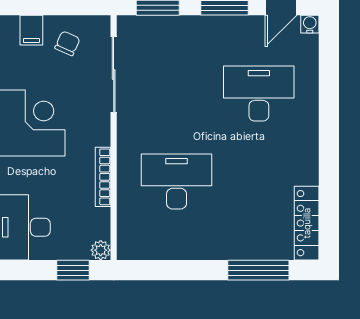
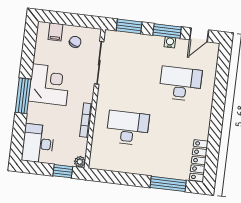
water cooler: (310, 24) -> (170, 42), moved

